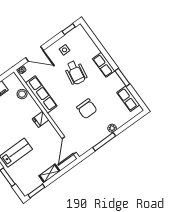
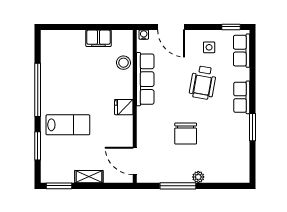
row of seats: (128, 99) -> (242, 51), moved
door: (69, 145) -> (135, 161), hinge flipped

